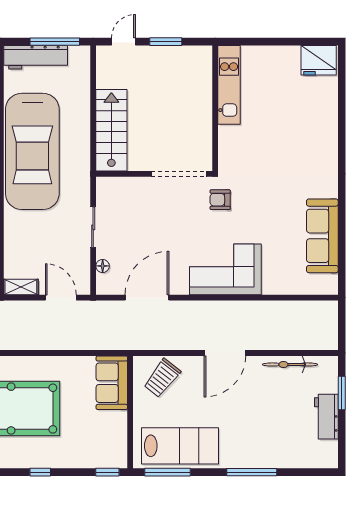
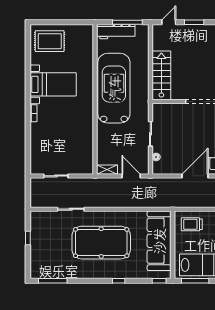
car: (32, 151) -> (114, 88), turned 180
door: (147, 298) -> (195, 176), moved
trolley: (162, 378) -> (192, 224), turned 52
sofa: (112, 383) -> (159, 241), width x1.85, depth x1.27

